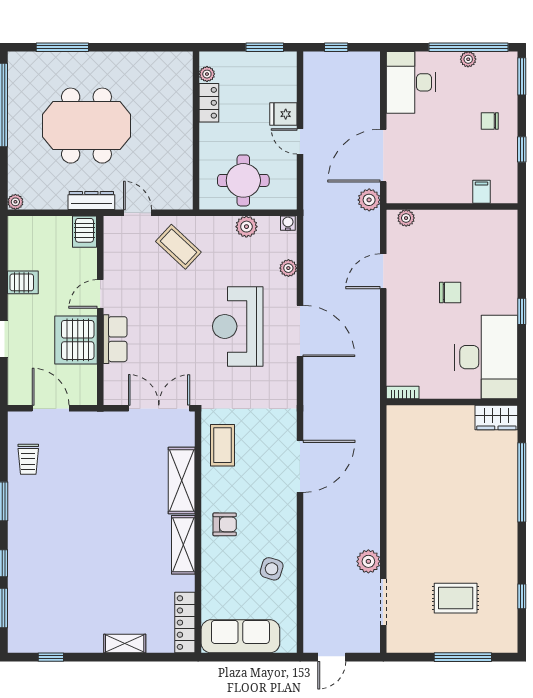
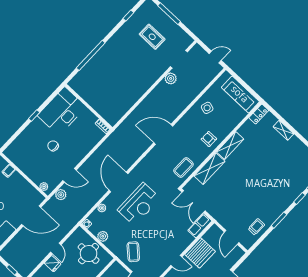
plant: (369, 200) -> (61, 195), moved
row of seats: (115, 339) -> (200, 226), moved
wardrobe: (496, 418) -> (78, 87), removed
locker: (185, 623) -> (259, 114), width x0.66

